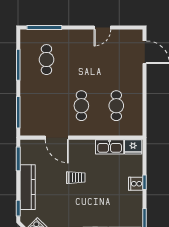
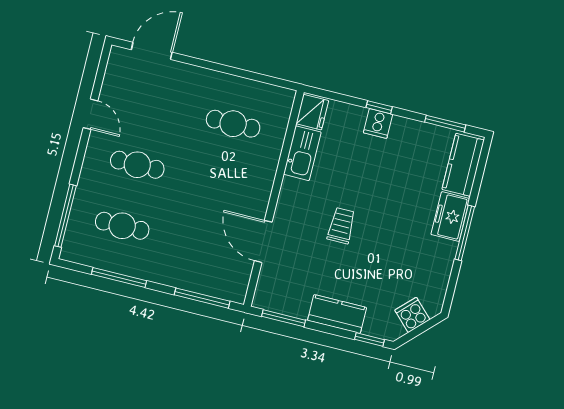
cafe table: (81, 106) -> (137, 165), moved
door: (57, 138) -> (263, 241), swing flipped
kitchen counter: (28, 187) -> (337, 314), width x0.67

